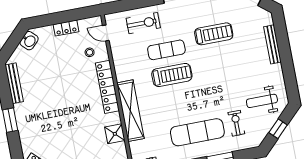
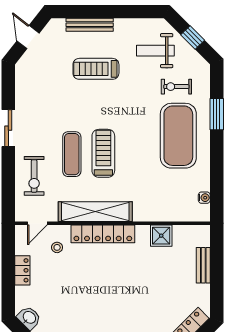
exercise bike: (143, 23) -> (34, 176), turned 180
treadmill: (214, 34) -> (96, 69), moved, turned -90
weight bench: (262, 101) -> (155, 51), turned 90
shelving: (130, 111) -> (95, 212), moved
exercise mat: (197, 132) -> (178, 136), width x1.47

